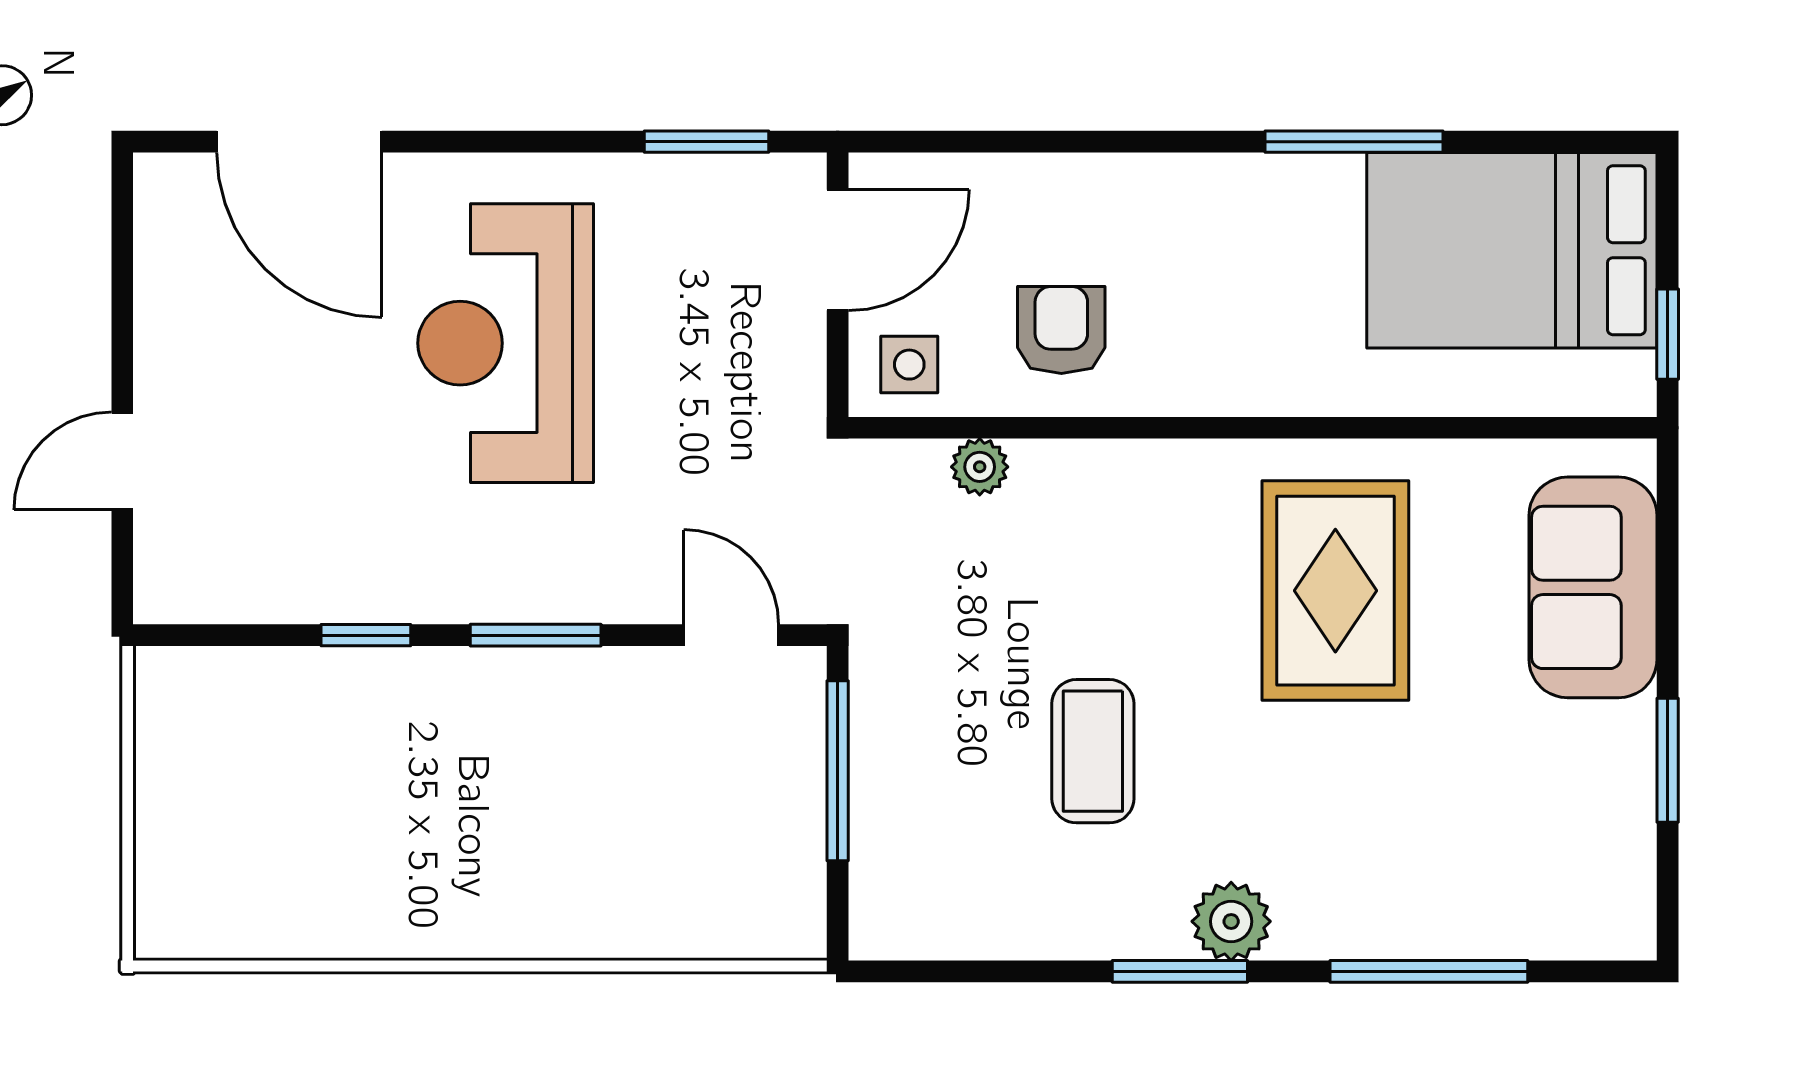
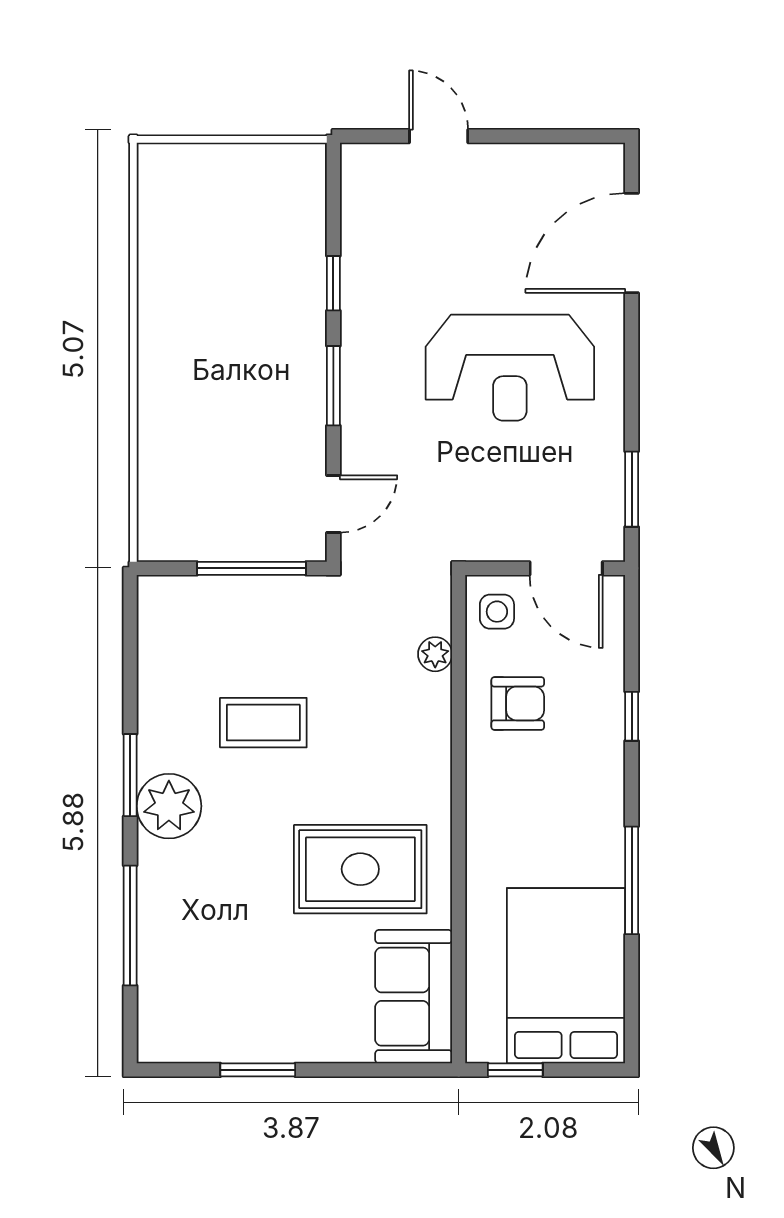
window: (1082, 142) -> (632, 716), added
reception desk: (506, 343) -> (510, 368), turned 180
sofa: (1593, 587) -> (414, 997), moved, turned -90
plant: (1231, 921) -> (169, 806), width x1.36, depth x1.36

